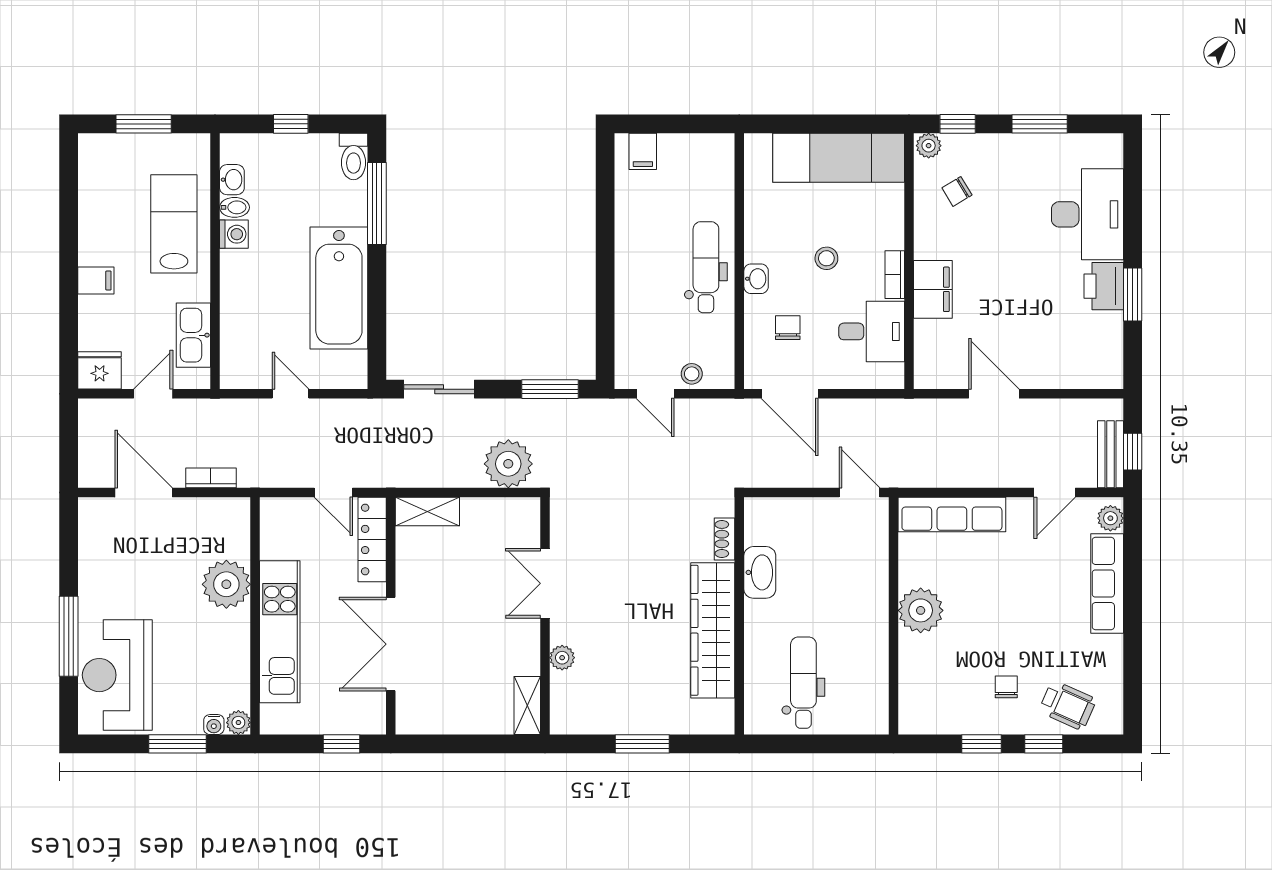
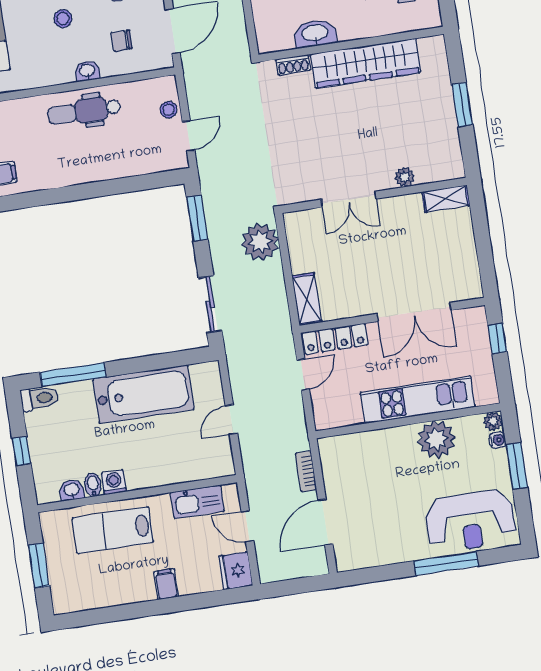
plant: (226, 584) -> (436, 439), moved

